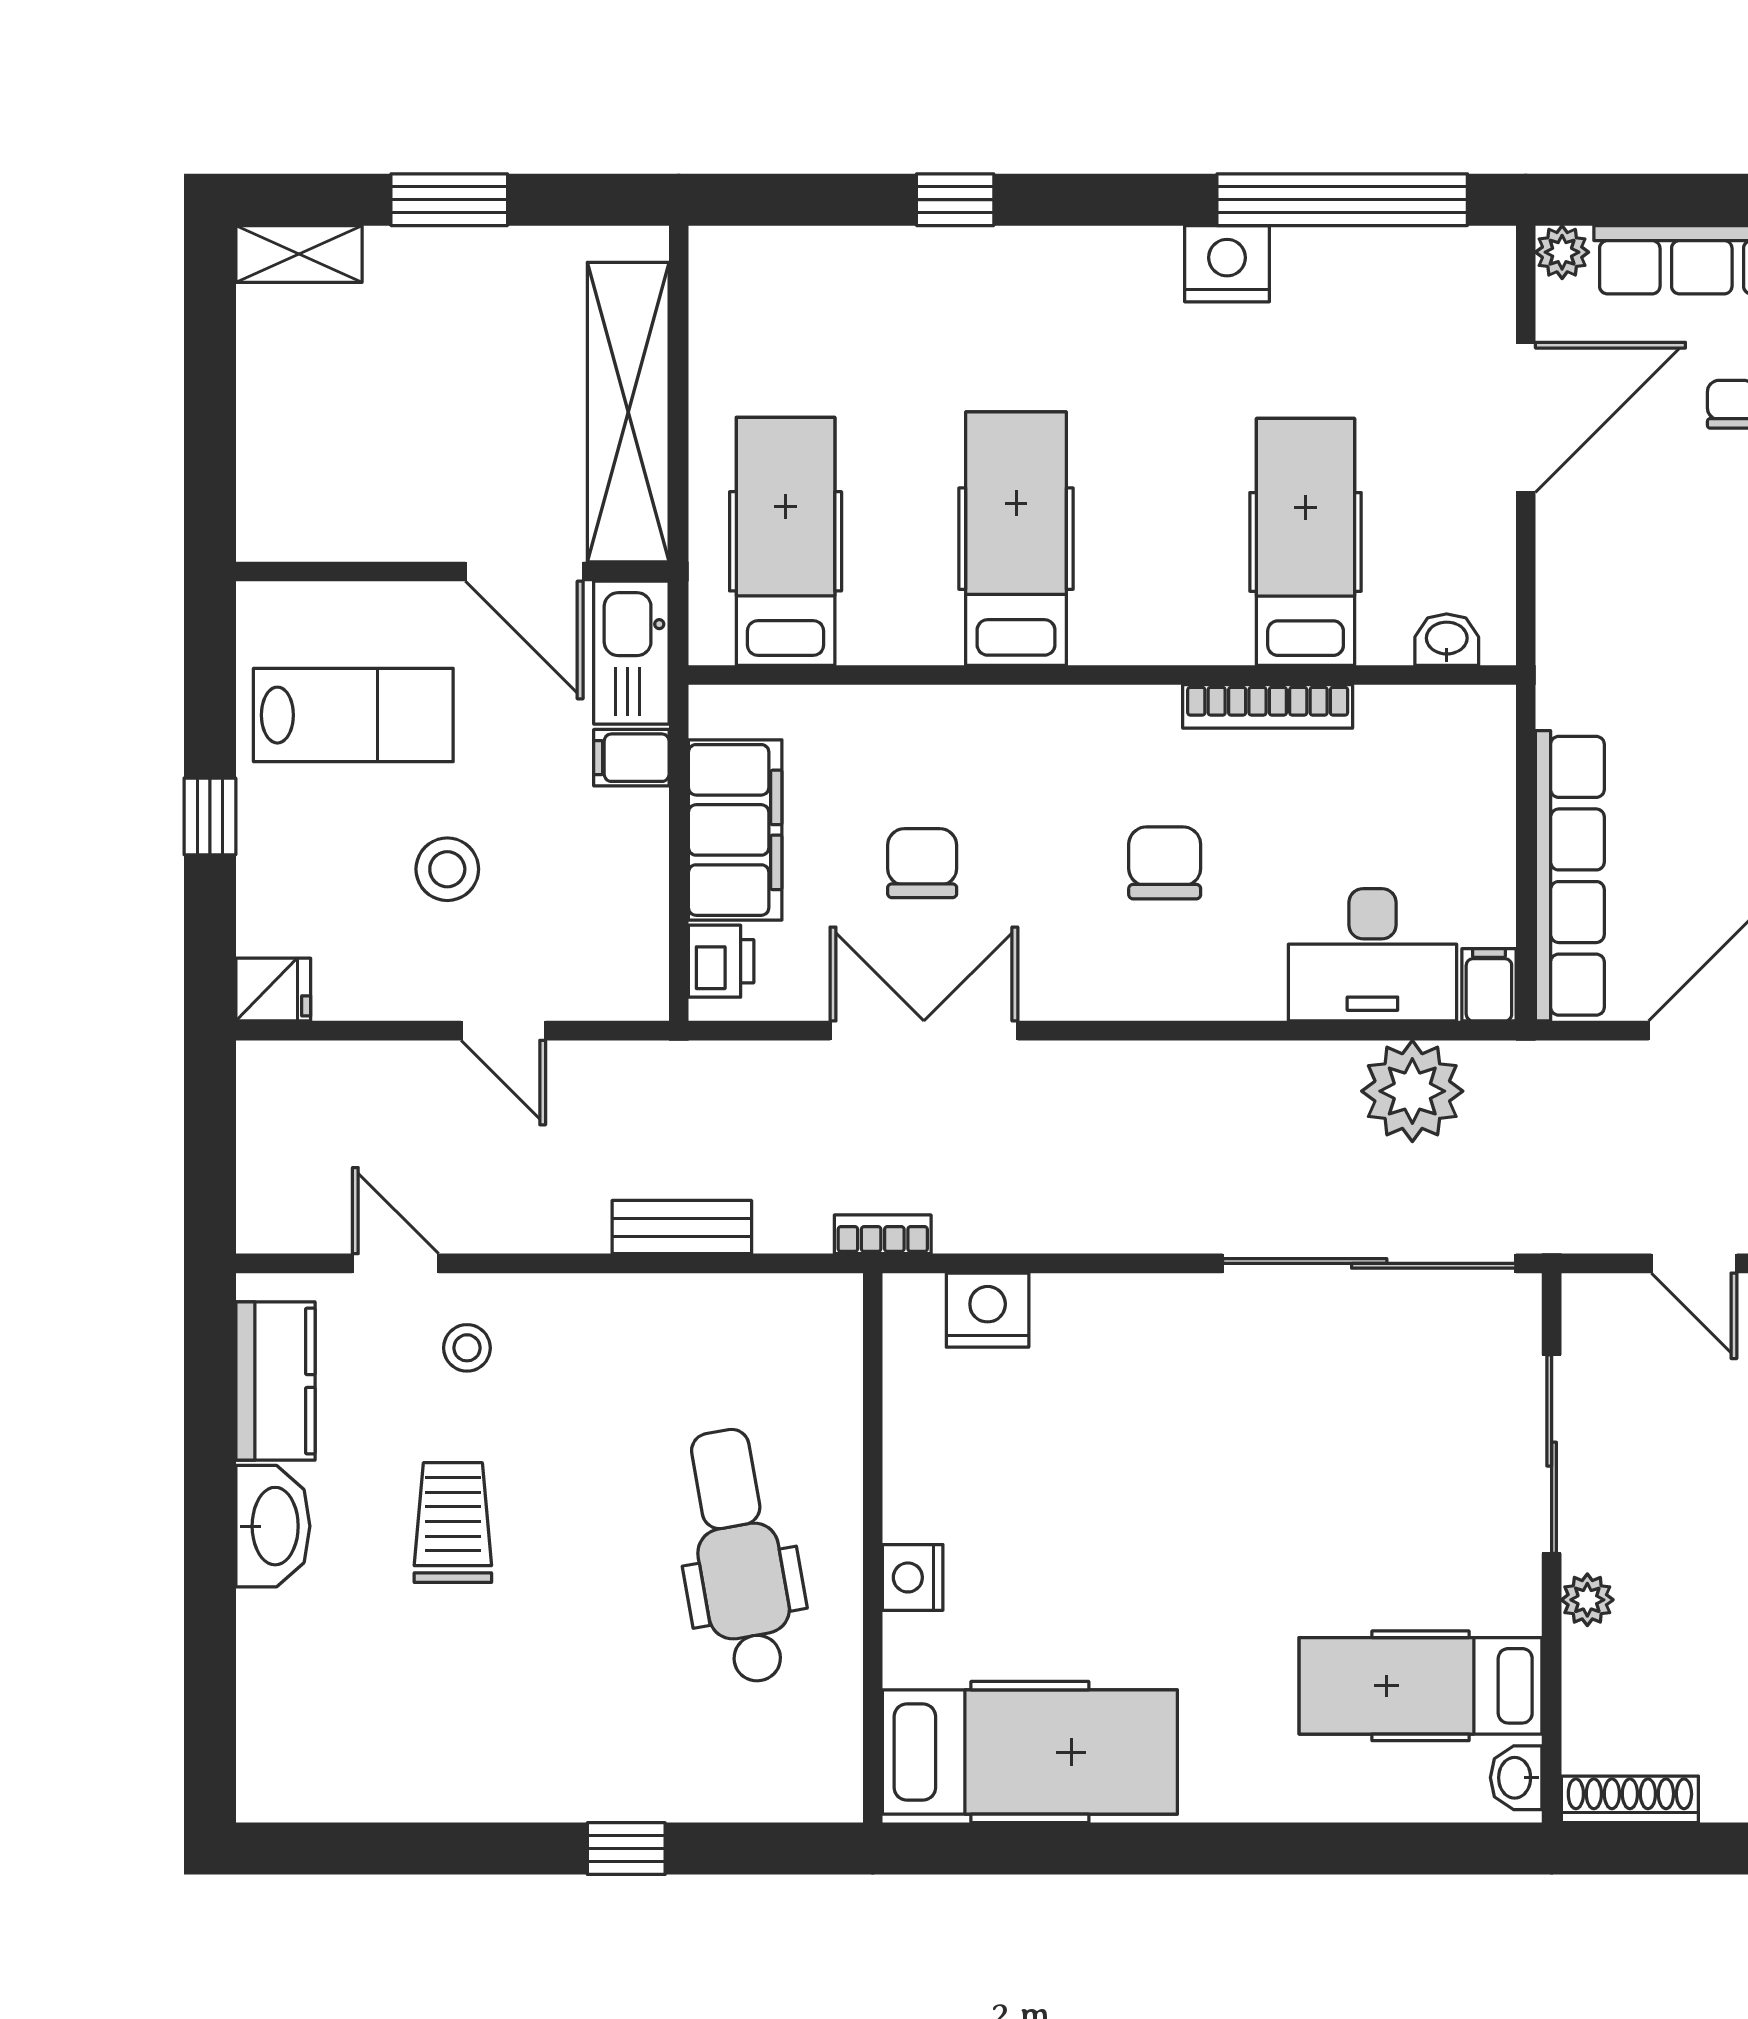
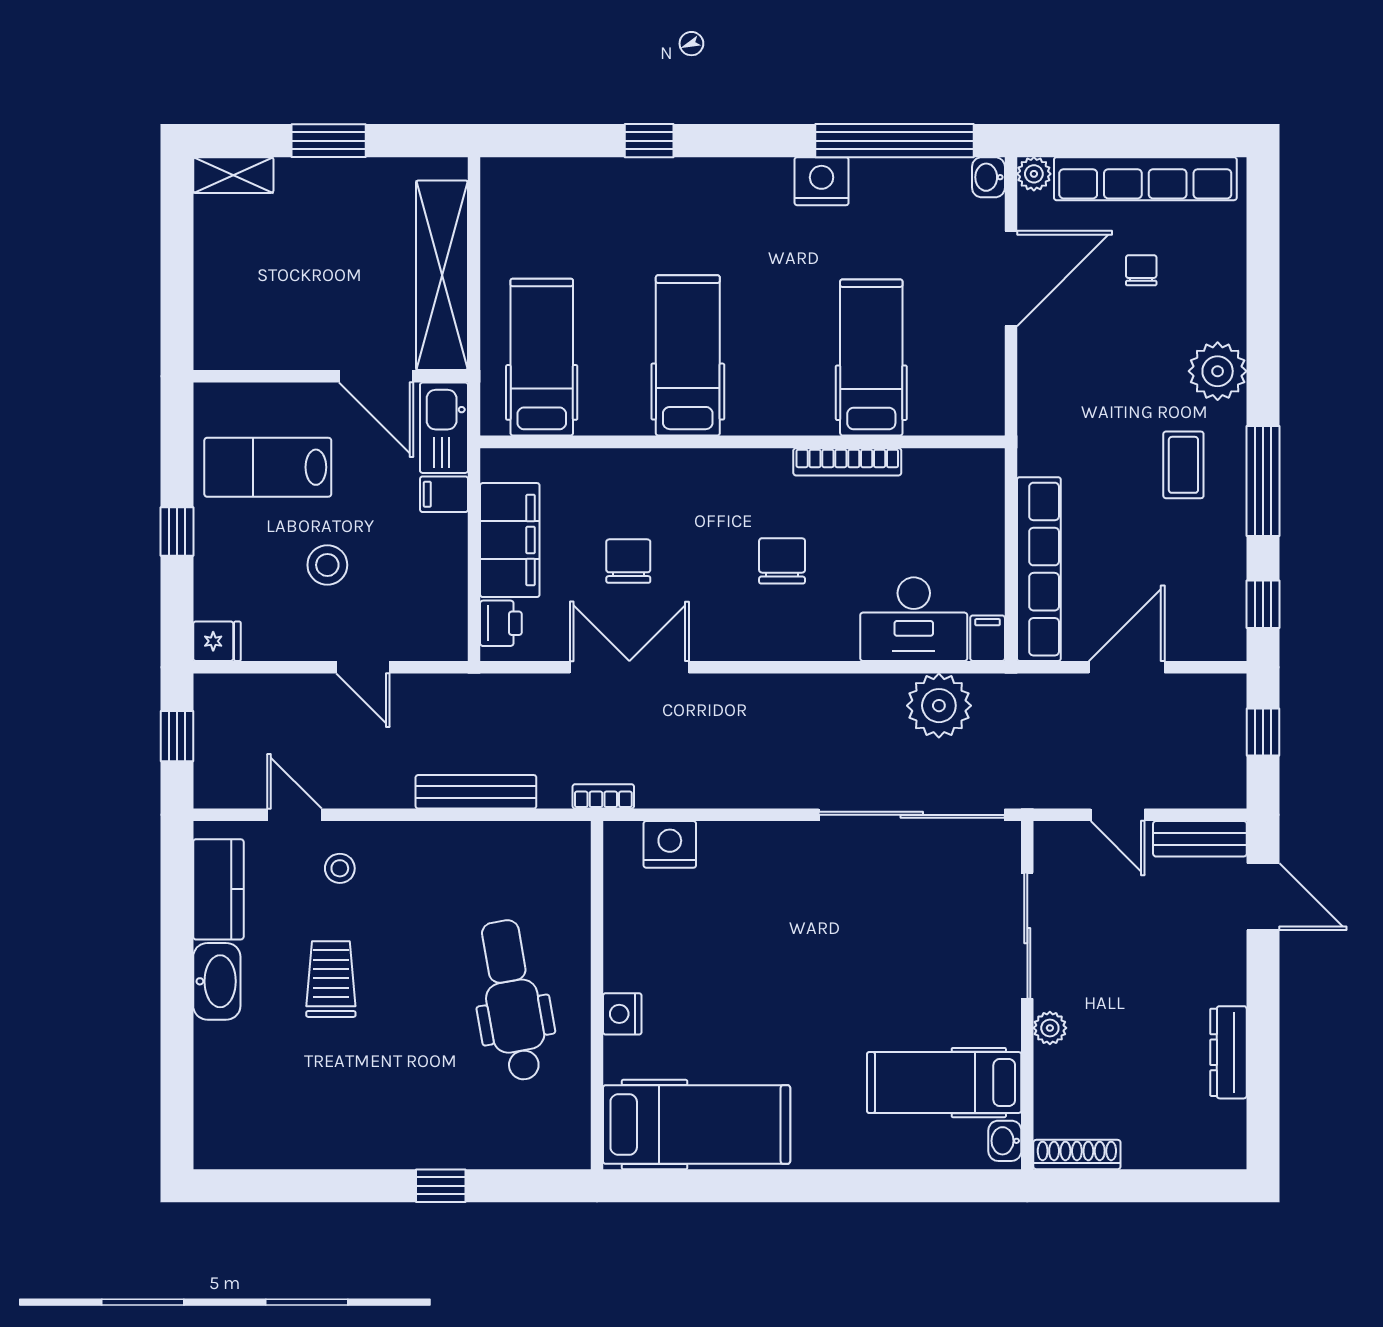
washbasin: (1447, 640) -> (988, 177), moved, turned -90
lab bench: (353, 715) -> (268, 467), turned 180
window: (210, 1139) -> (177, 736), added
bench: (682, 1227) -> (476, 792), width x1.36

